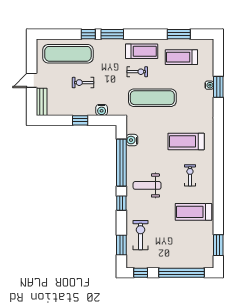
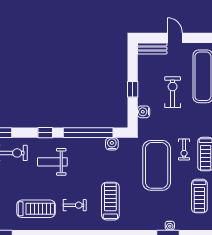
treadmill: (181, 57) -> (199, 196), turned 180
exercise bike: (83, 83) -> (173, 92), width x1.38, depth x1.39
exercise mat: (152, 98) -> (157, 165), width x1.47
weight bench: (147, 185) -> (52, 162), moved, turned -90
treadmill: (193, 212) -> (36, 209), turned 90

